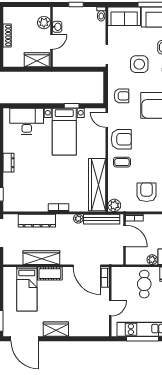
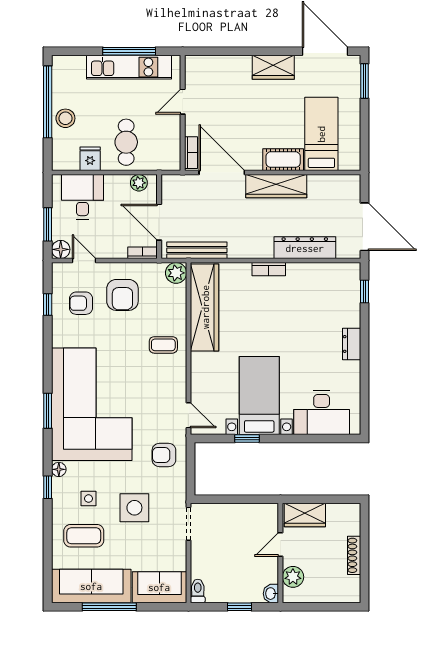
washbasin: (57, 27) -> (271, 594), moved
armchair: (121, 139) -> (164, 383), removed
plant: (78, 219) -> (236, 251), removed
wardrobe: (41, 258) -> (276, 186), moved
plant: (152, 260) -> (139, 183), moved

